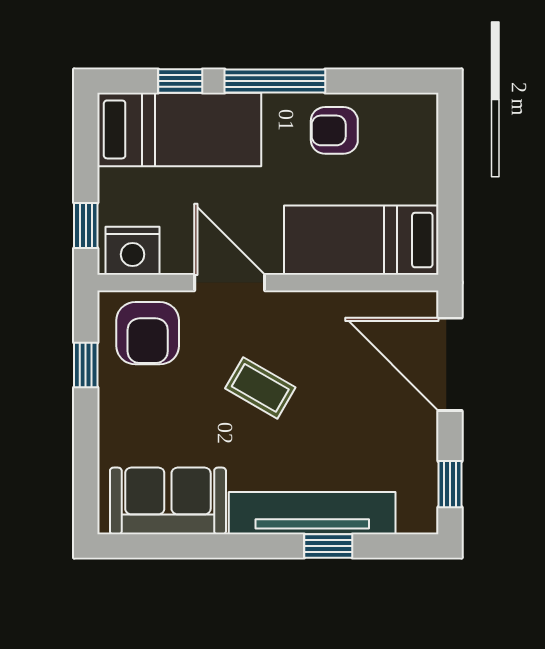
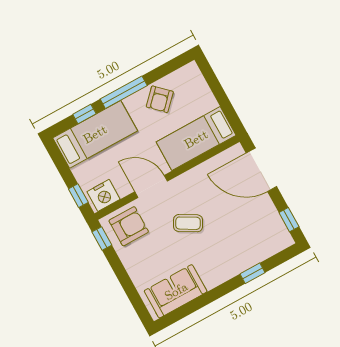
armchair: (334, 130) -> (160, 99), turned -46
armchair: (148, 333) -> (129, 226), turned -90
window: (86, 365) -> (102, 239), moved
tv unit: (312, 513) -> (238, 263), removed

